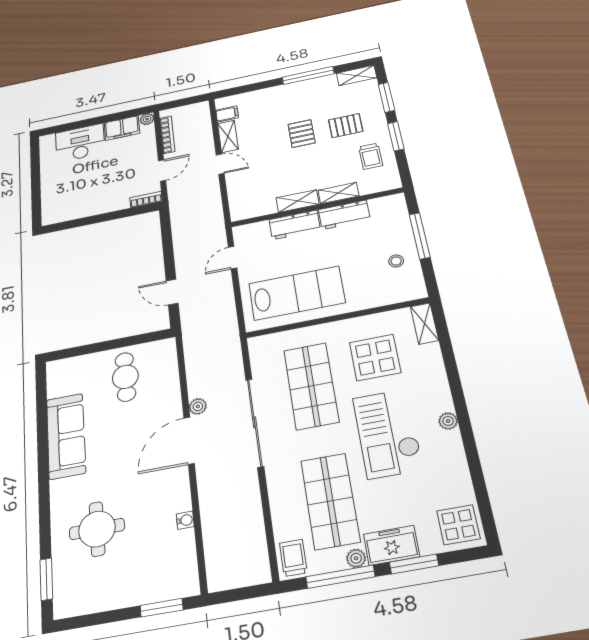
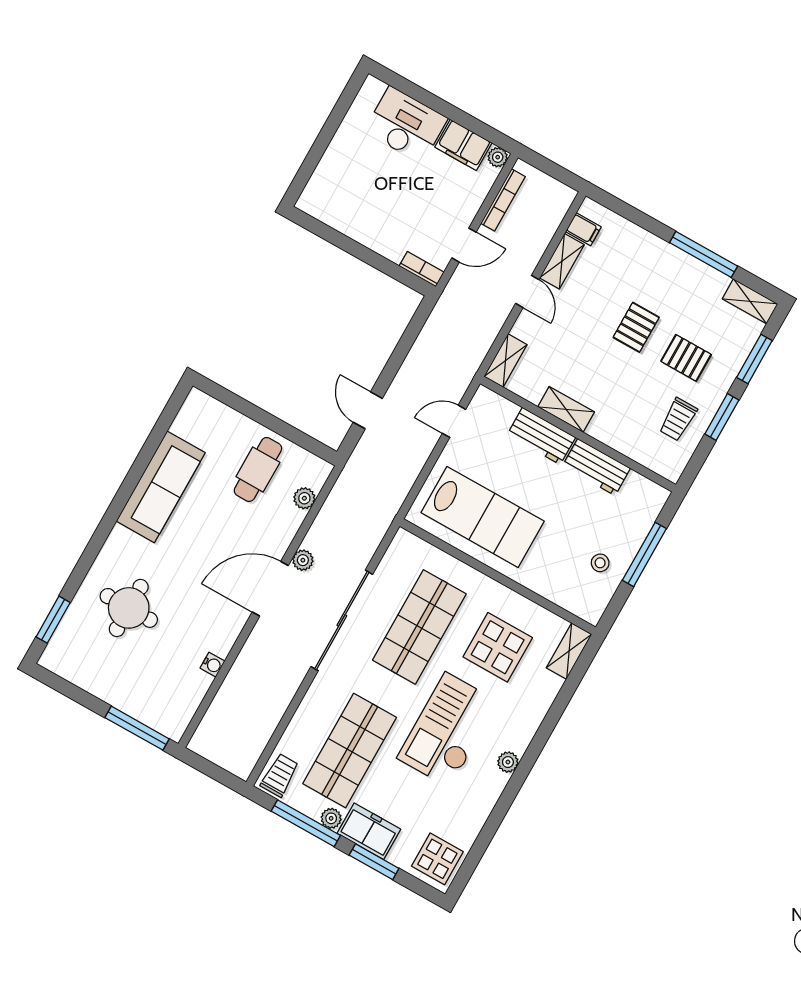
shelving: (338, 193) -> (505, 361), moved, turned 90
plant: (170, 370) -> (304, 498), added
window: (162, 608) -> (137, 728), width x1.44

